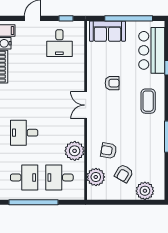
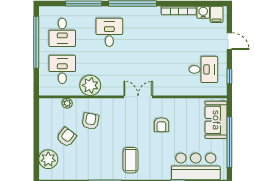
desk: (59, 43) -> (203, 69), turned 180
coffee table: (148, 101) -> (131, 160), moved, turned 90
armchair: (124, 174) -> (66, 137), turned 98
plant: (96, 177) -> (67, 103), width x0.53, depth x0.53

